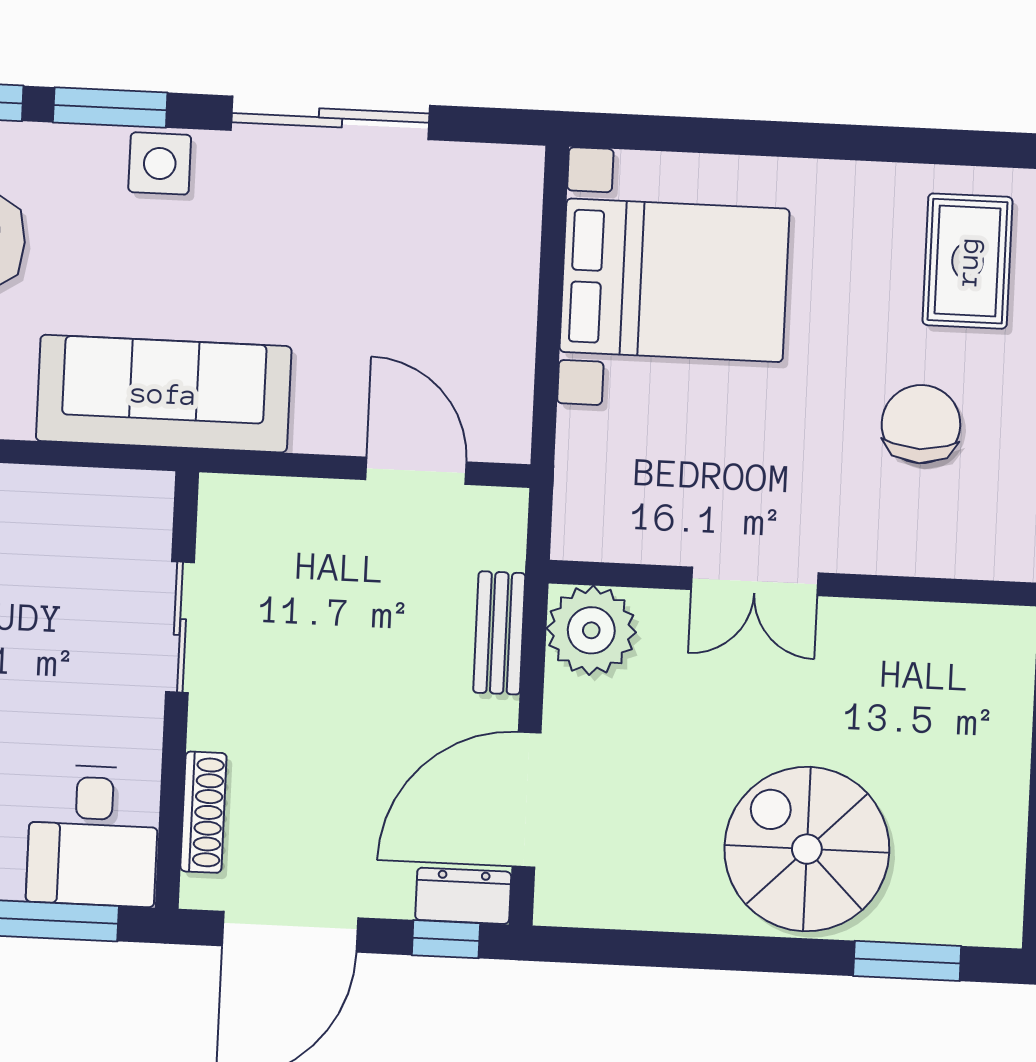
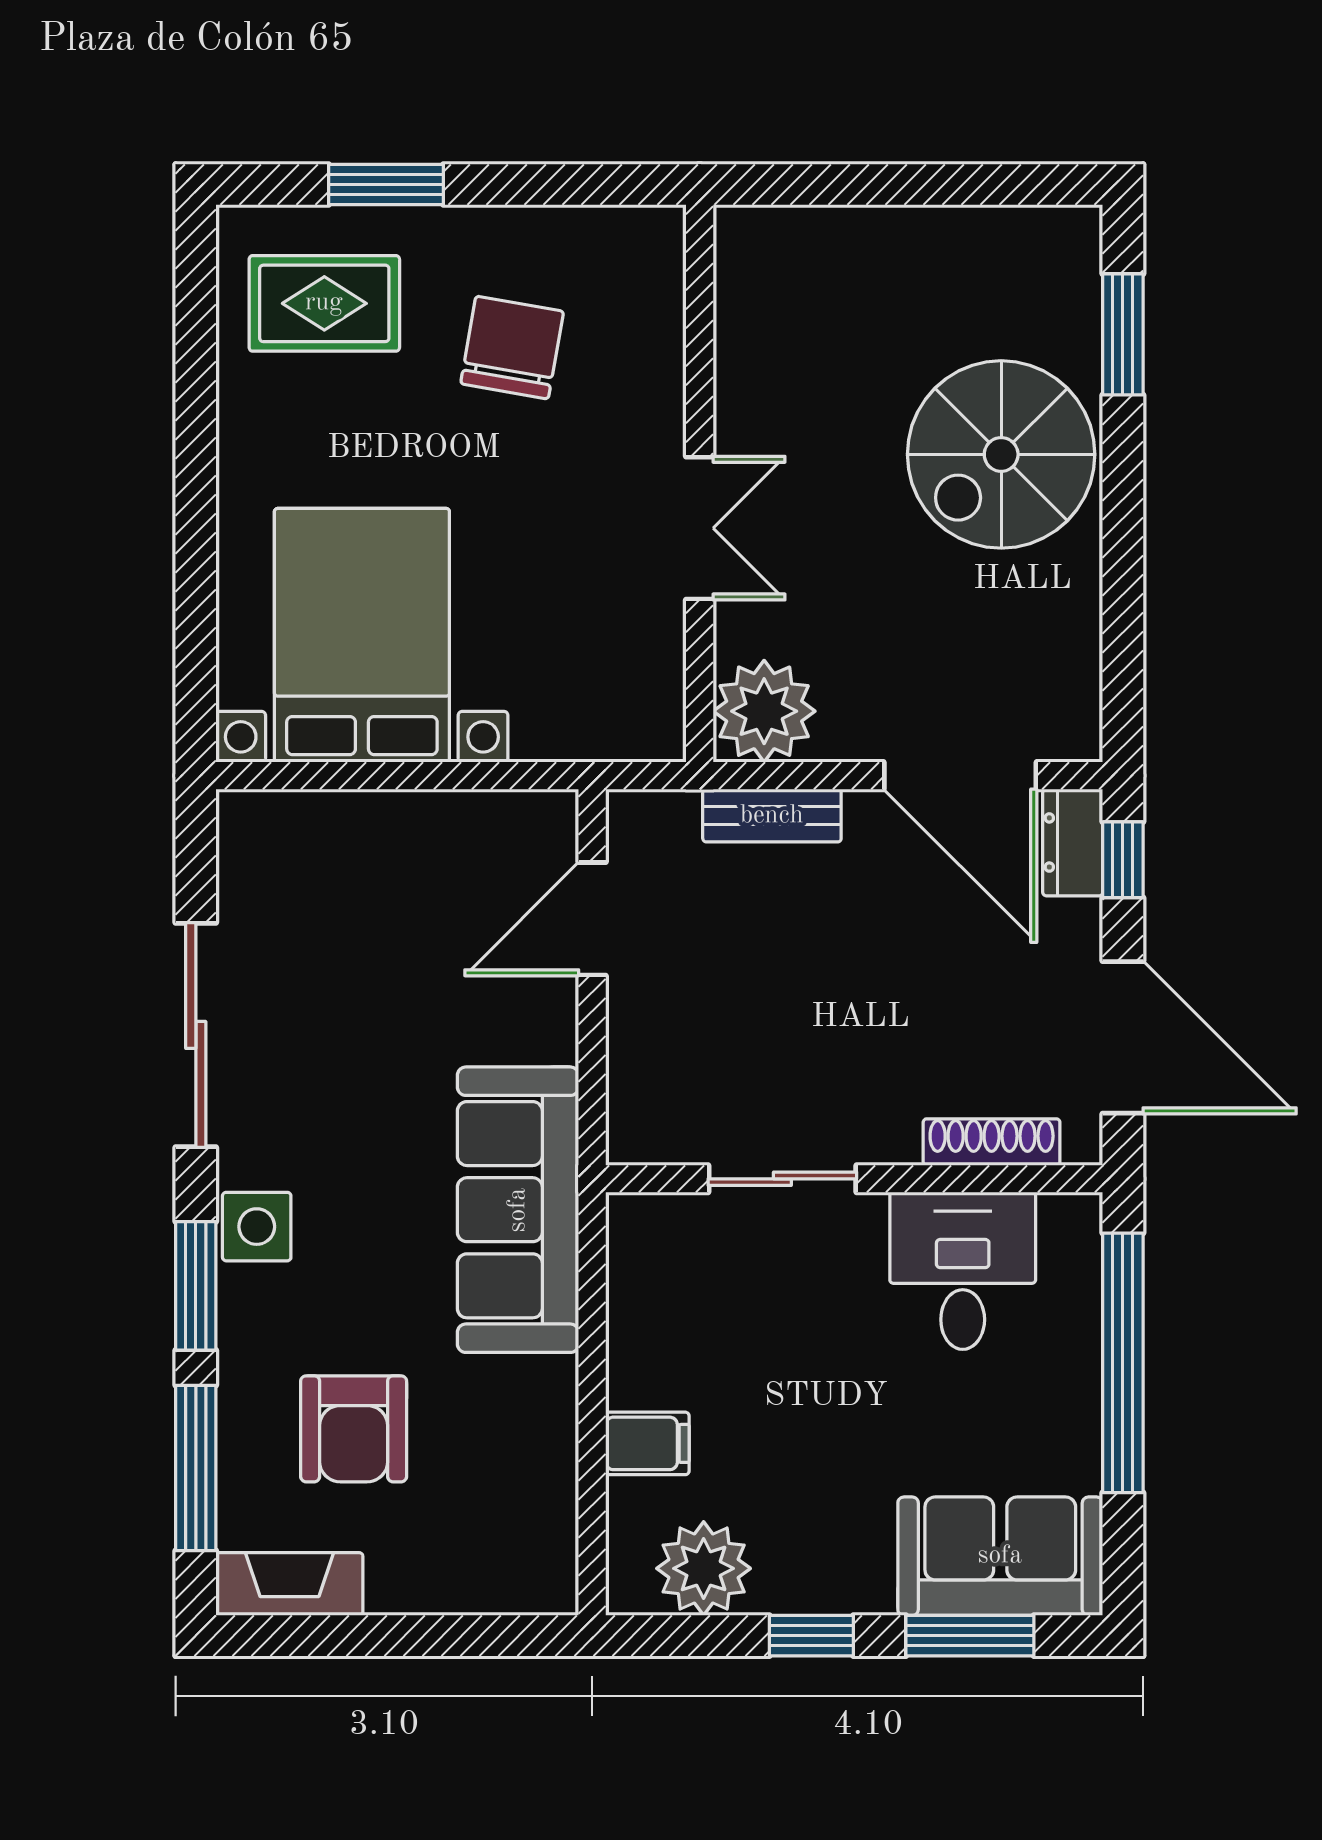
chair: (921, 424) -> (512, 348), turned 100
desk: (93, 836) -> (963, 1271), moved, turned -90

